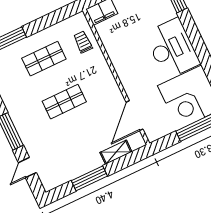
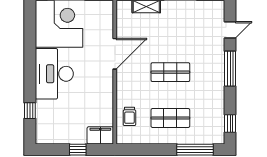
door: (135, 116) -> (115, 54), moved

